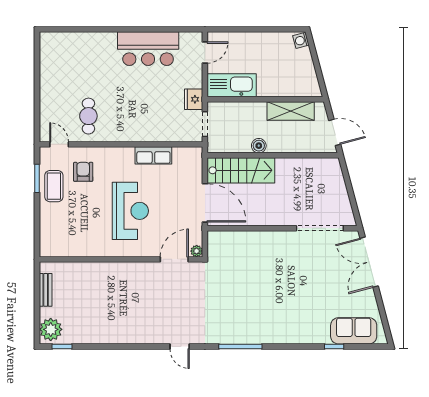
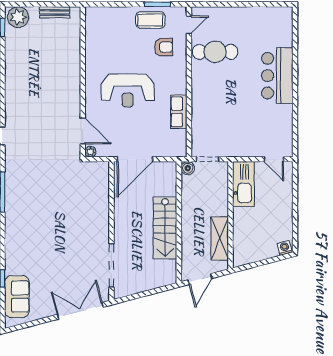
bar counter: (148, 49) -> (277, 76), moved
fridge: (194, 99) -> (231, 149), removed
cafe table: (88, 116) -> (215, 52), width x1.37, depth x1.35
boiler: (259, 146) -> (188, 168), moved
stairs: (241, 170) -> (165, 228), moved

